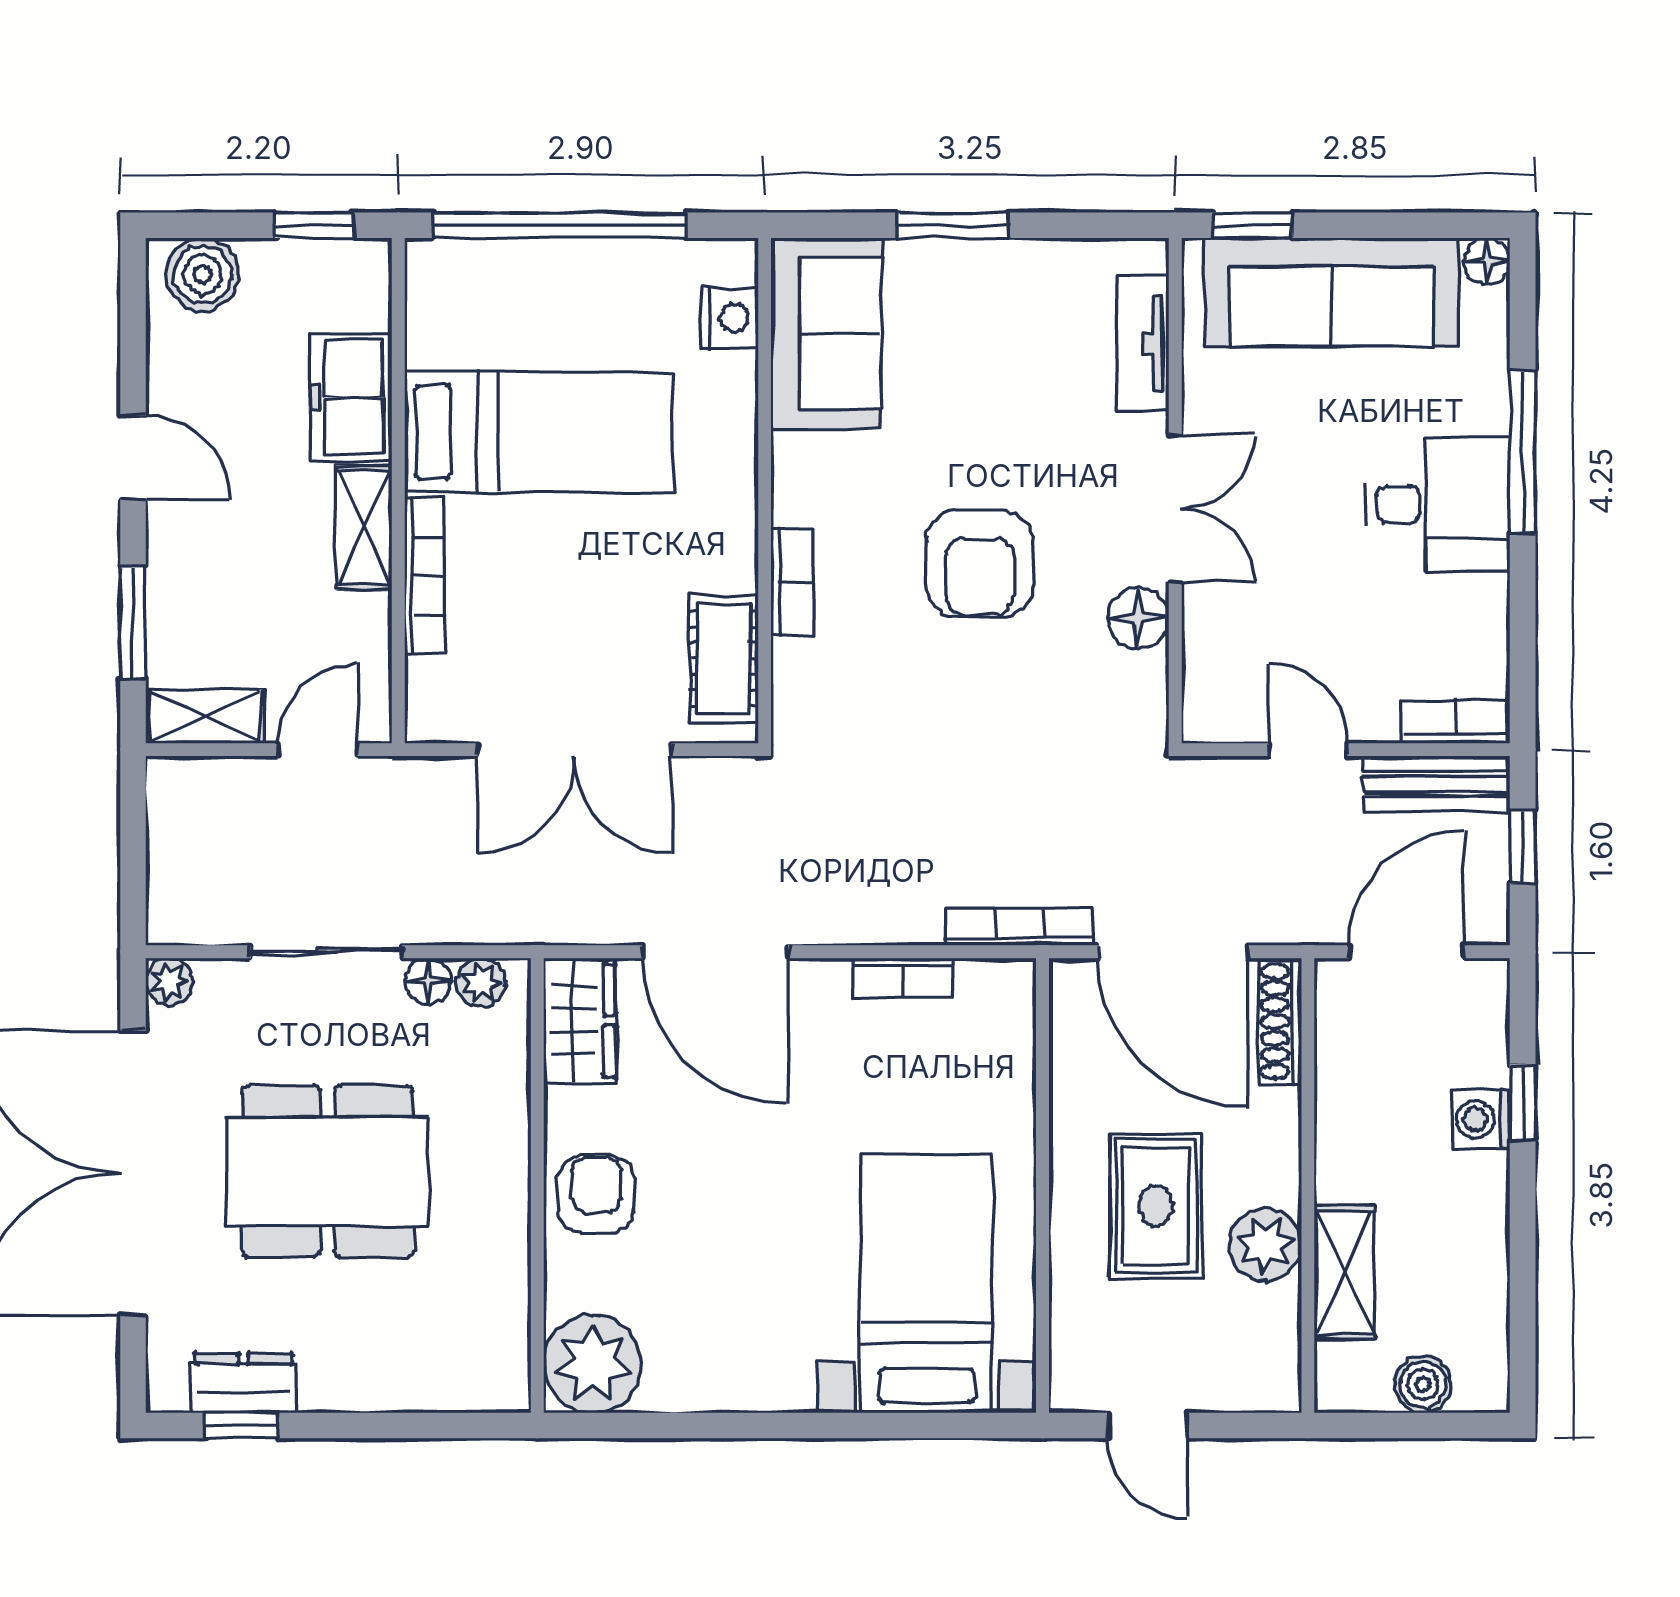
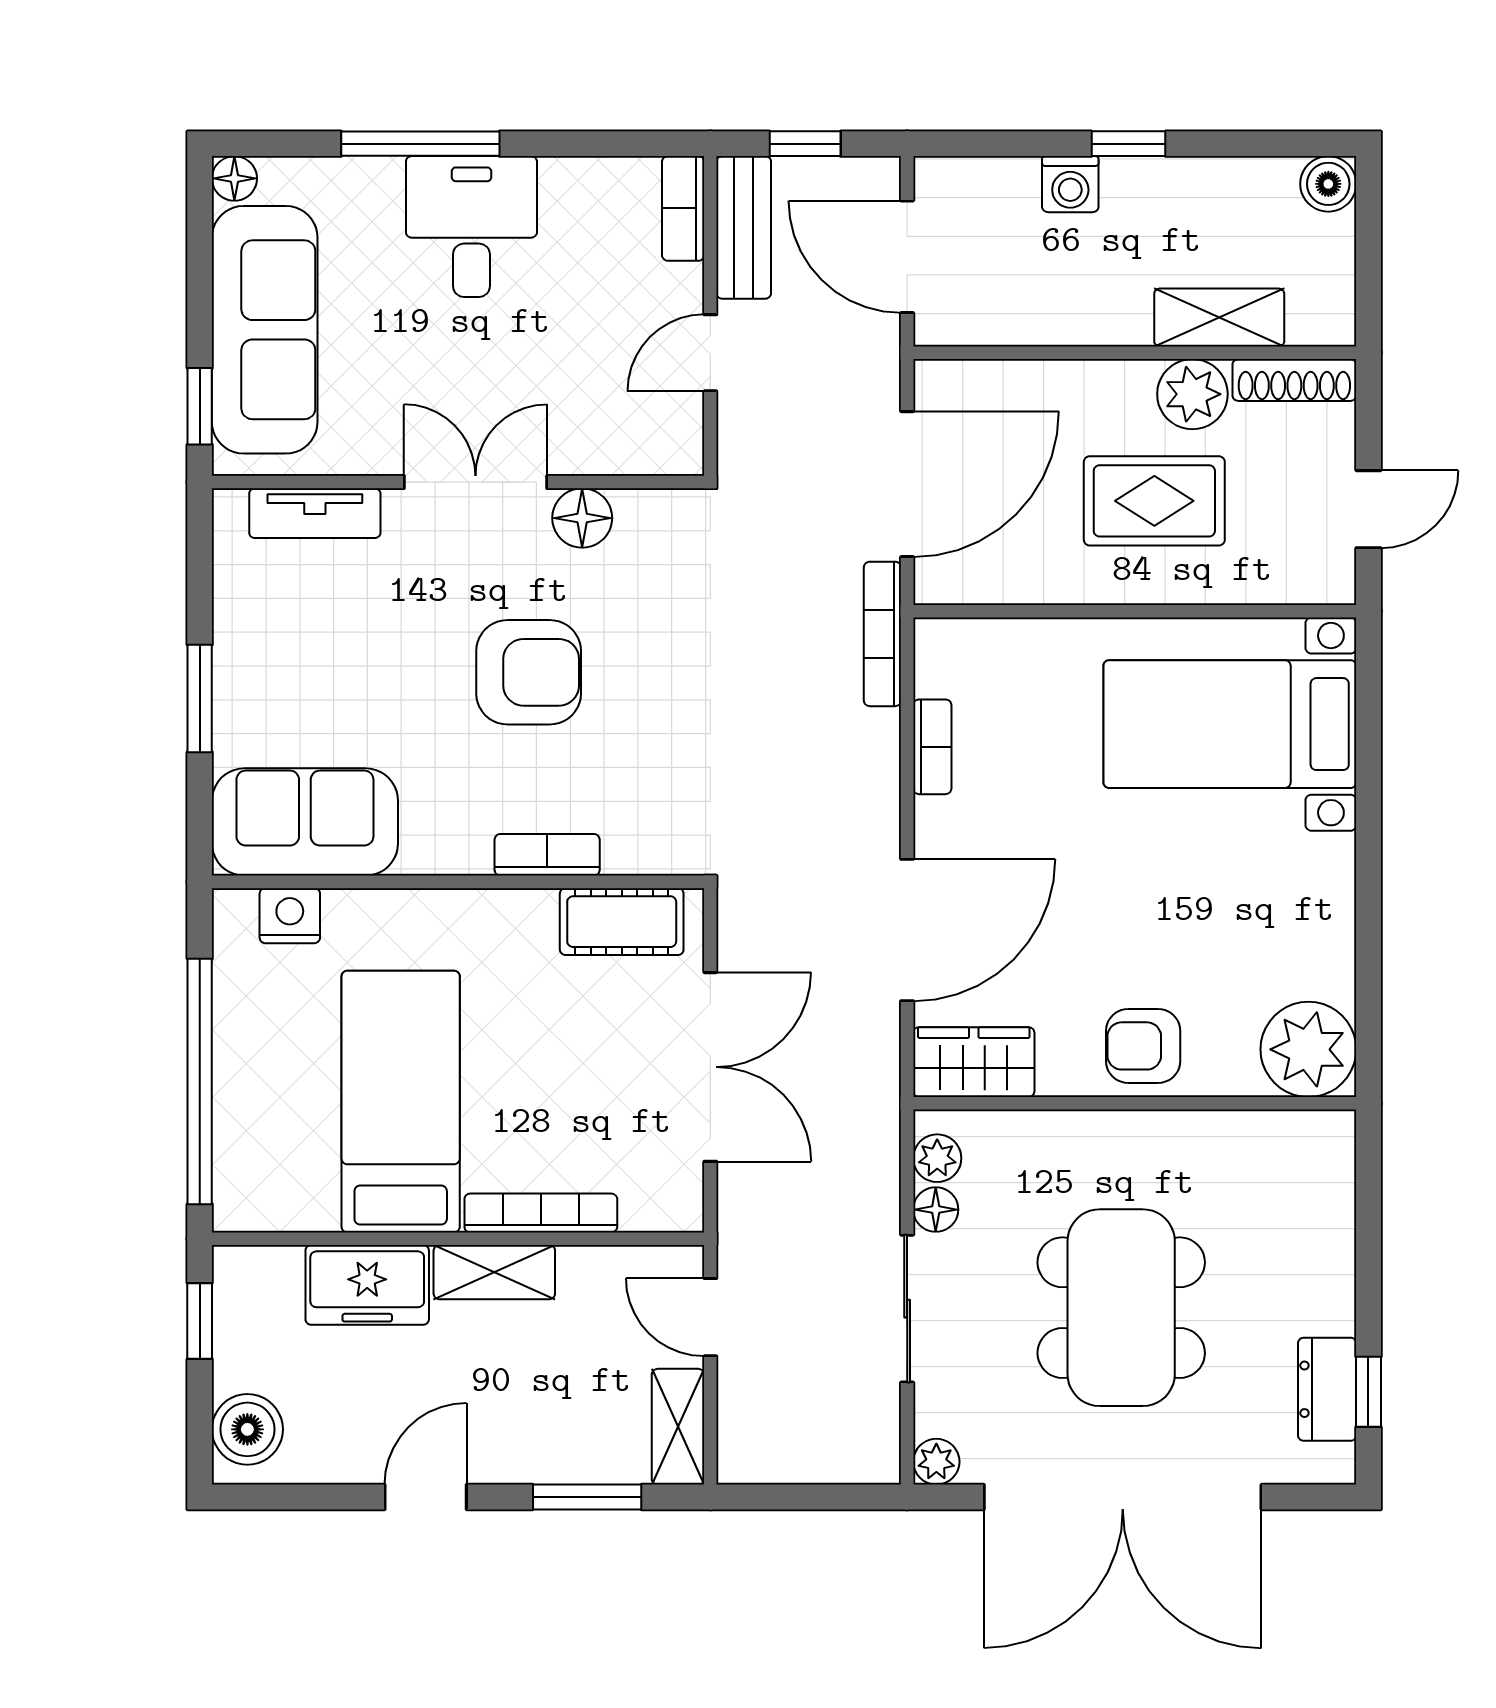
shoe rack: (1280, 1022) -> (1294, 380), moved
window: (1523, 1103) -> (1128, 144), moved
boiler: (1423, 1384) -> (1328, 184), moved

